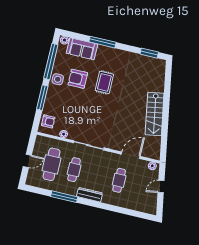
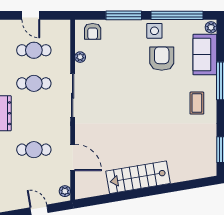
coffee table: (114, 62) -> (197, 103), added
rug: (104, 82) -> (165, 97), removed
cafe table: (52, 164) -> (34, 50), width x0.73, depth x0.74

